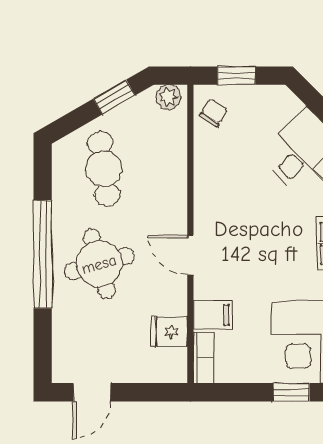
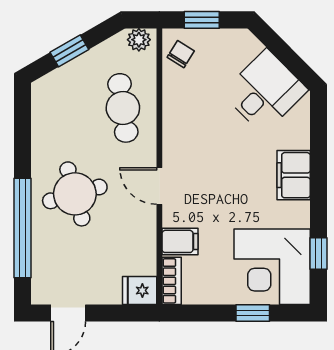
window: (114, 97) -> (69, 51), moved
cafe table: (104, 169) -> (123, 108), moved
window: (43, 254) -> (23, 228), moved
fridge: (169, 332) -> (140, 290), moved

